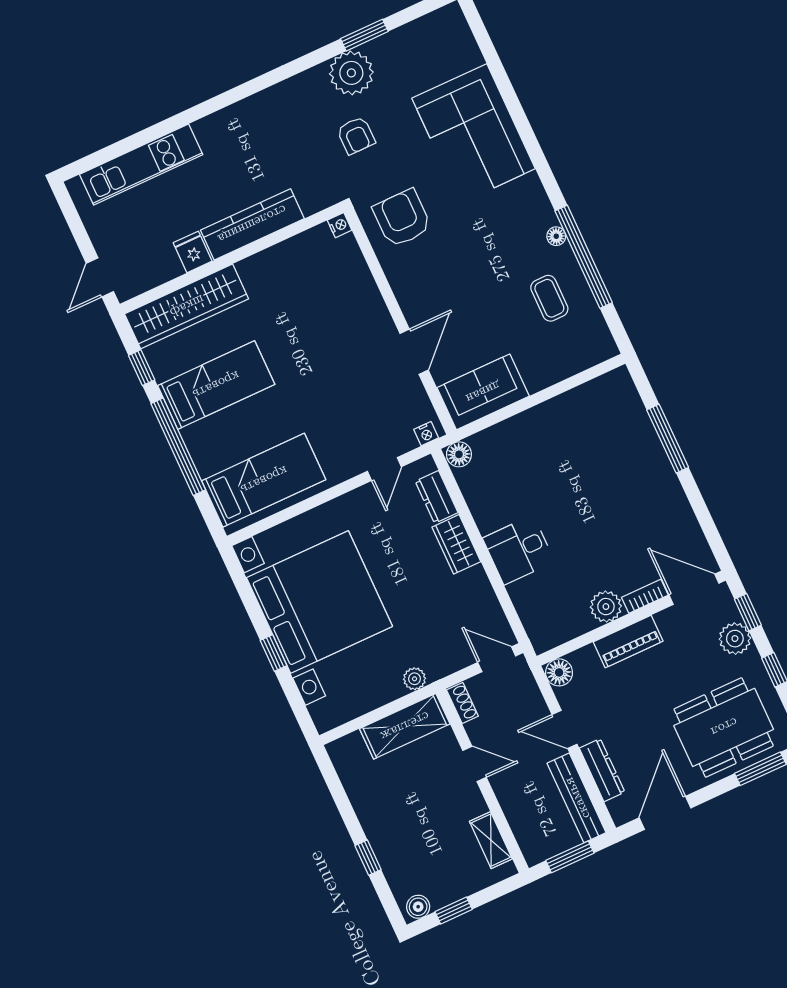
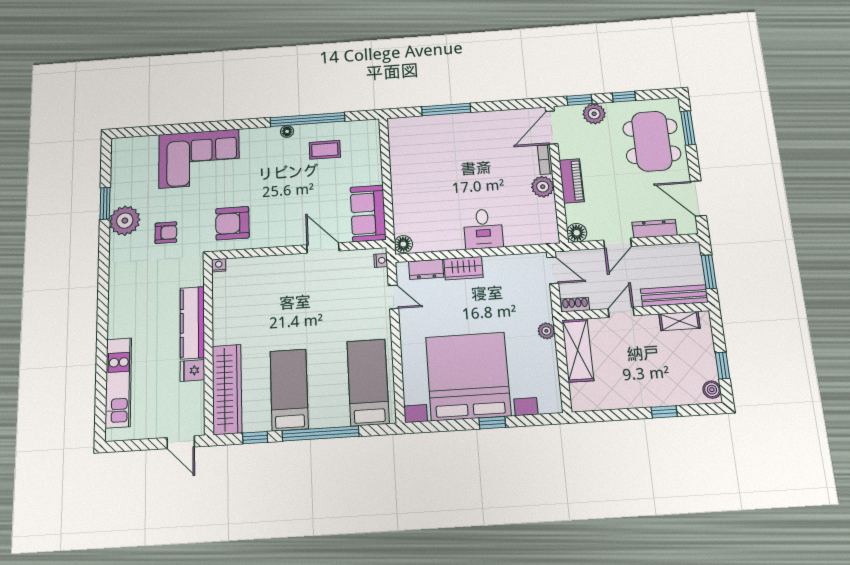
door: (497, 659) -> (553, 270), swing flipped
bench: (577, 798) -> (674, 296), moved

